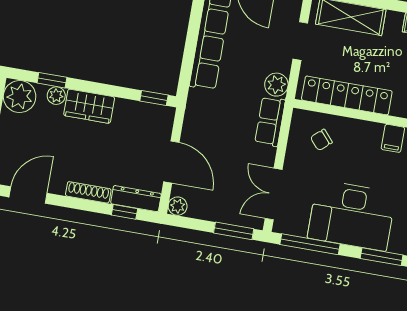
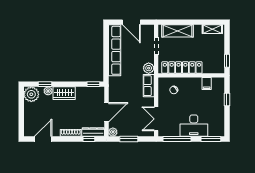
door: (171, 162) -> (106, 112), hinge flipped
desk: (352, 215) -> (194, 126), width x0.73, depth x0.77
window: (234, 231) -> (129, 139), moved

